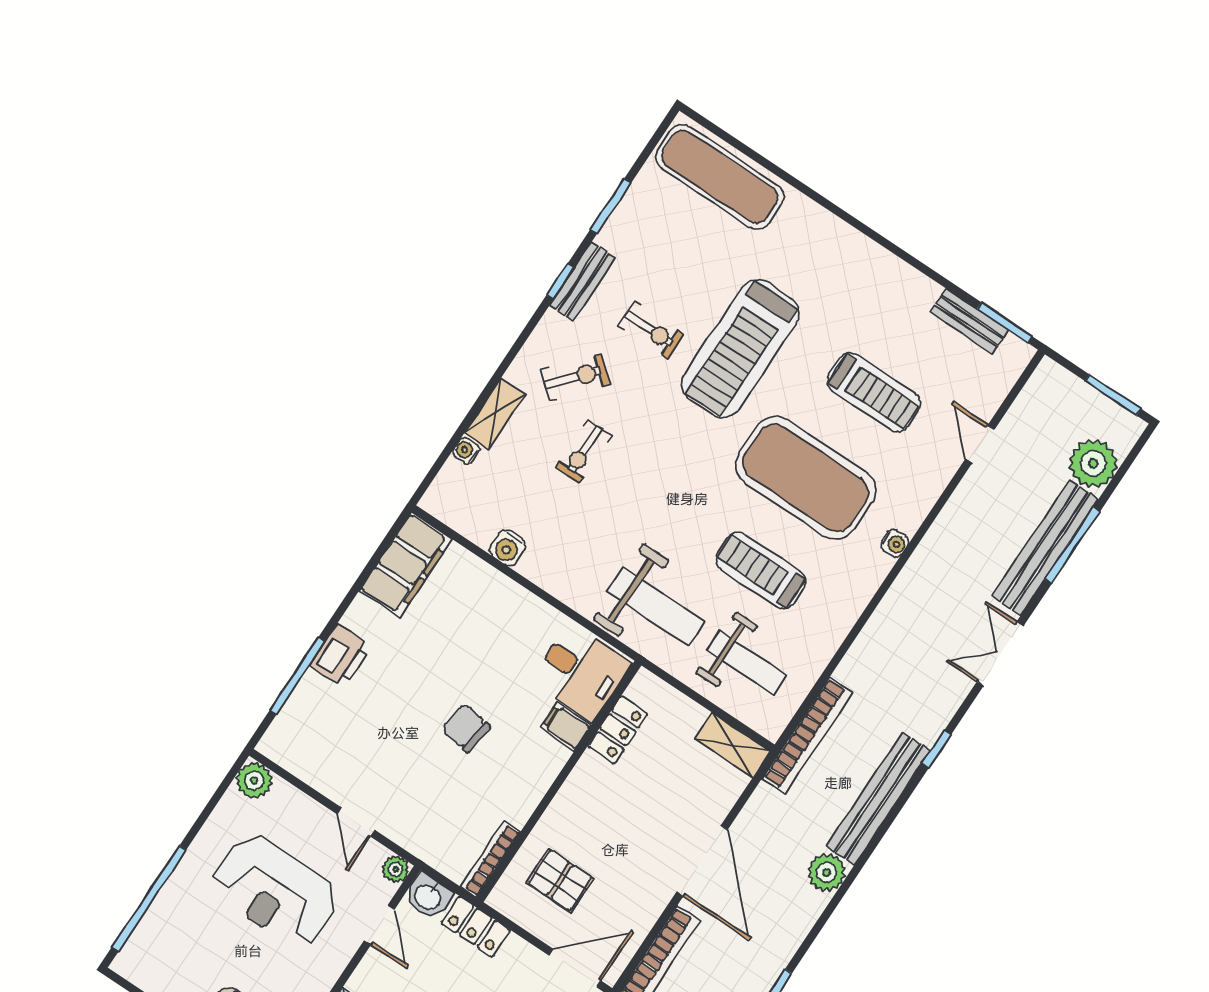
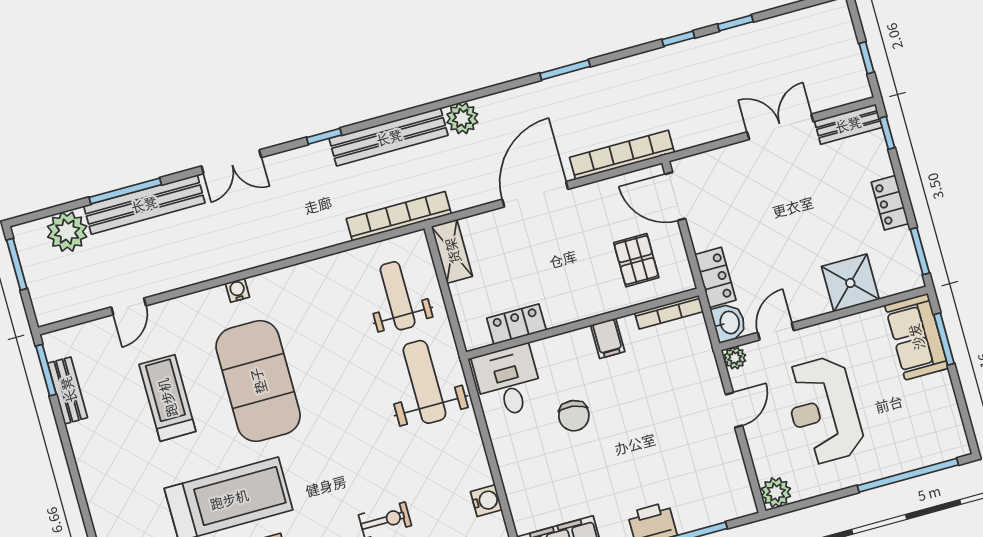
treadmill: (761, 570) -> (338, 347), removed
filing cabinet: (566, 727) -> (608, 338), moved
chair: (466, 728) -> (574, 416), moved
reception desk: (275, 891) -> (823, 410), turned 180

